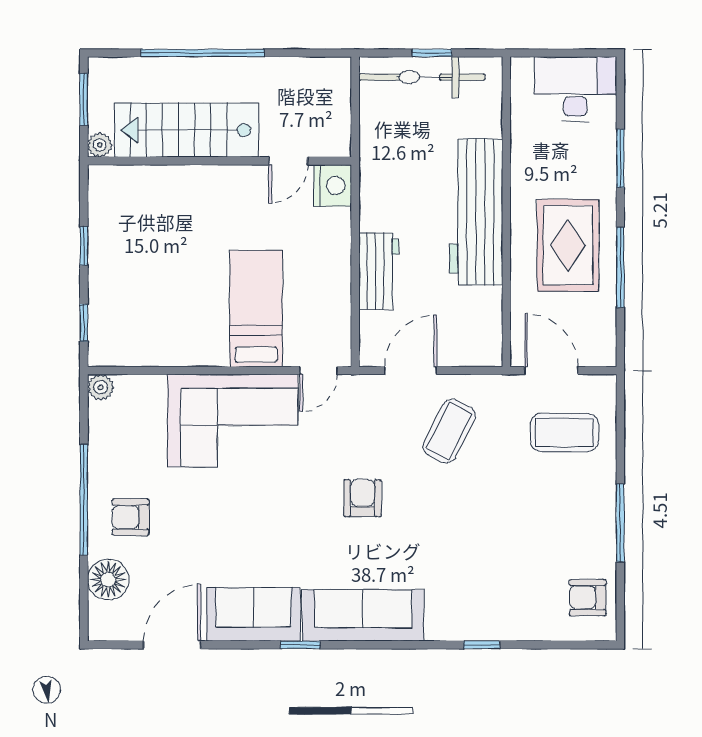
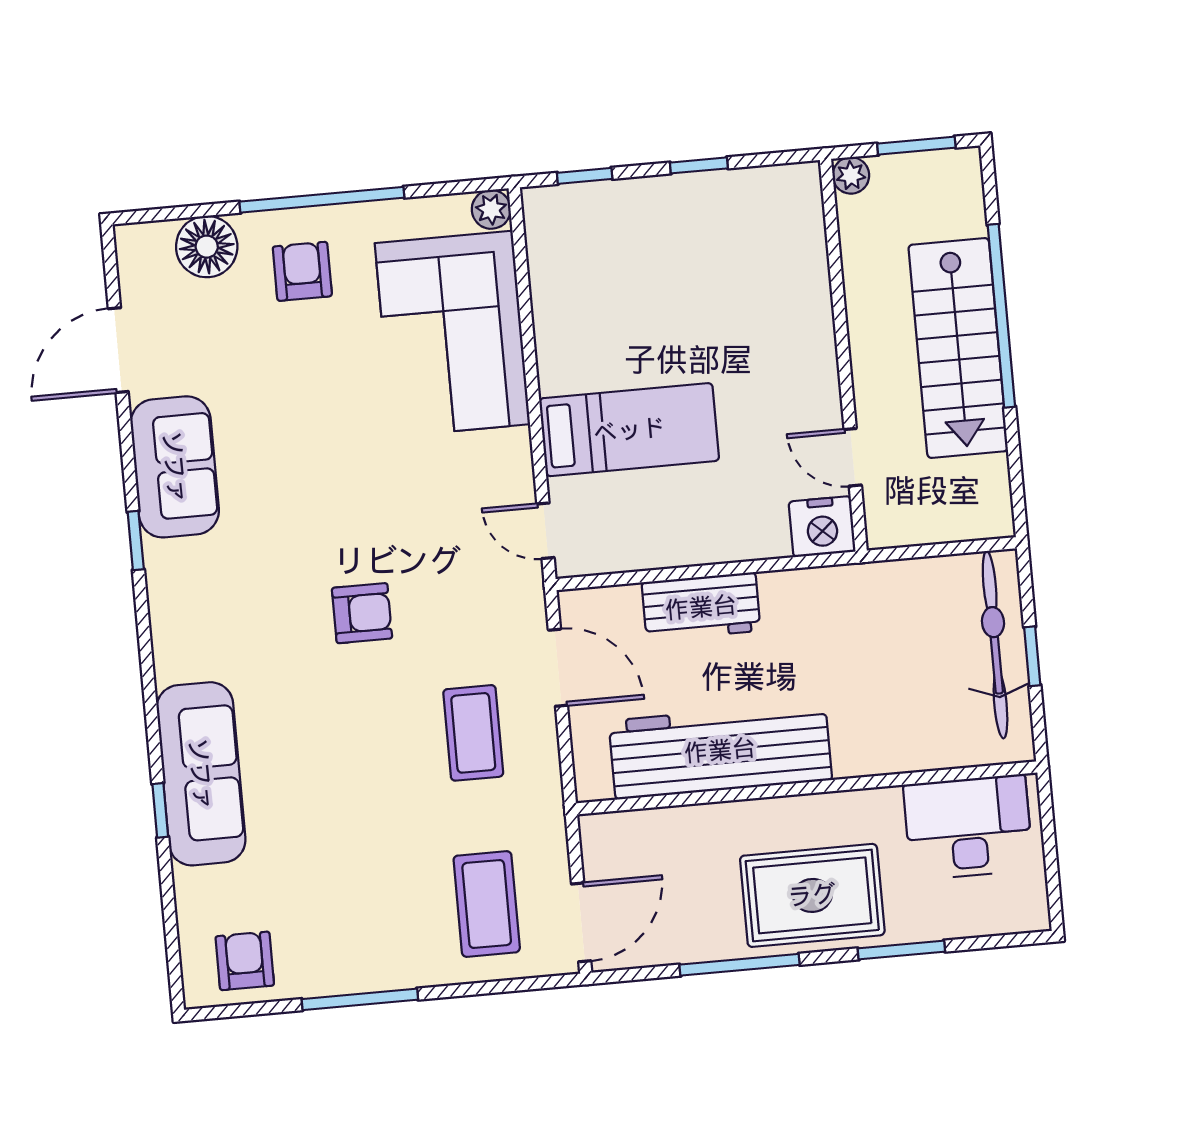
desk: (575, 89) -> (968, 827), moved, turned -90
stairs: (186, 130) -> (958, 348), moved, turned 180
workbench: (476, 212) -> (720, 750), moved
rug: (568, 245) -> (812, 895), moved
door: (551, 370) -> (581, 922), moved
corner sofa: (233, 421) -> (452, 334), moved
coffee table: (449, 431) -> (473, 733), turned 63
sofa: (363, 615) -> (201, 774), moved
door: (172, 645) -> (118, 350), swing flipped

